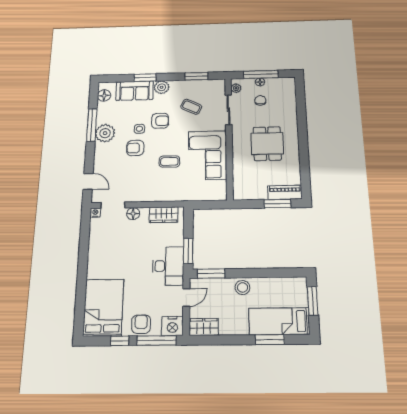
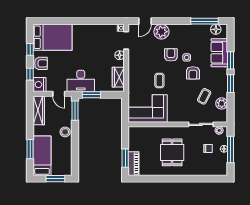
window: (196, 76) -> (230, 84), moved
plant: (162, 87) -> (222, 103), moved
window: (92, 125) -> (205, 21), moved
plant: (105, 133) -> (161, 32), moved
dining table: (267, 144) -> (172, 152), turned 90
corner sofa: (207, 155) -> (148, 108), moved
wardrobe: (204, 327) -> (39, 110), width x1.50
window: (157, 341) -> (30, 74), width x0.46

